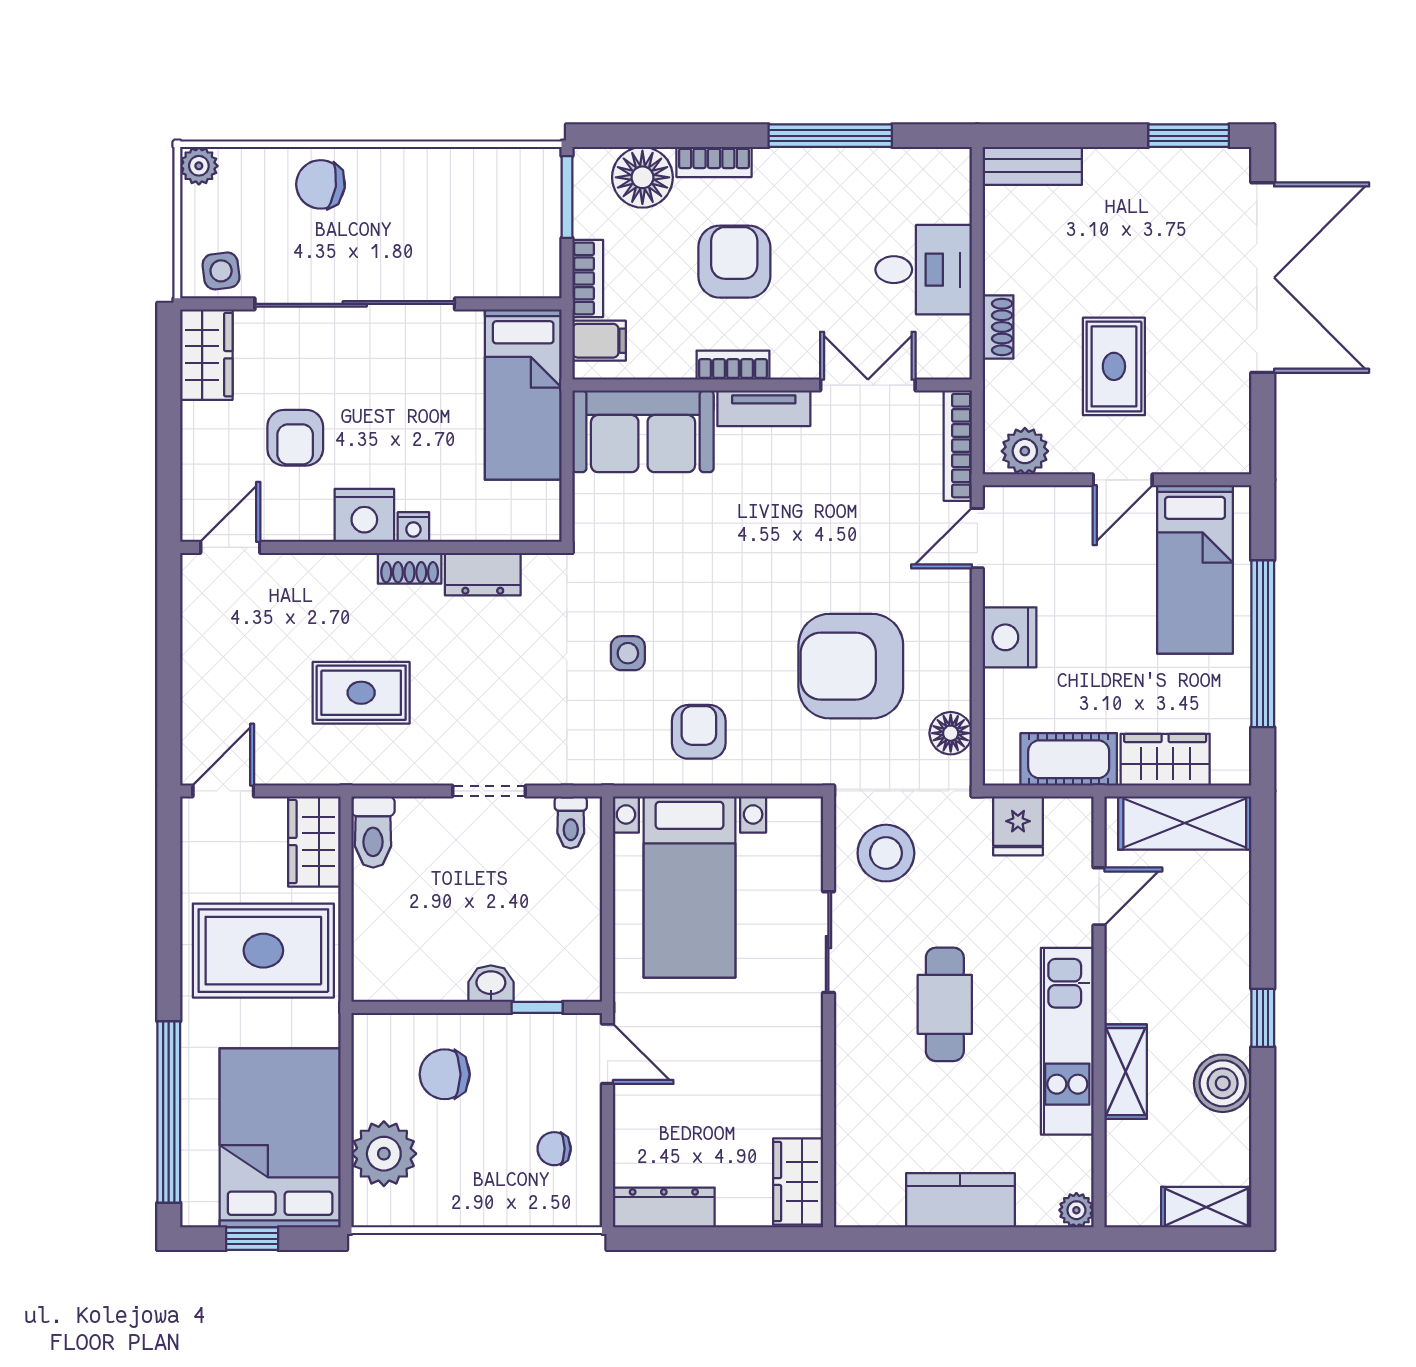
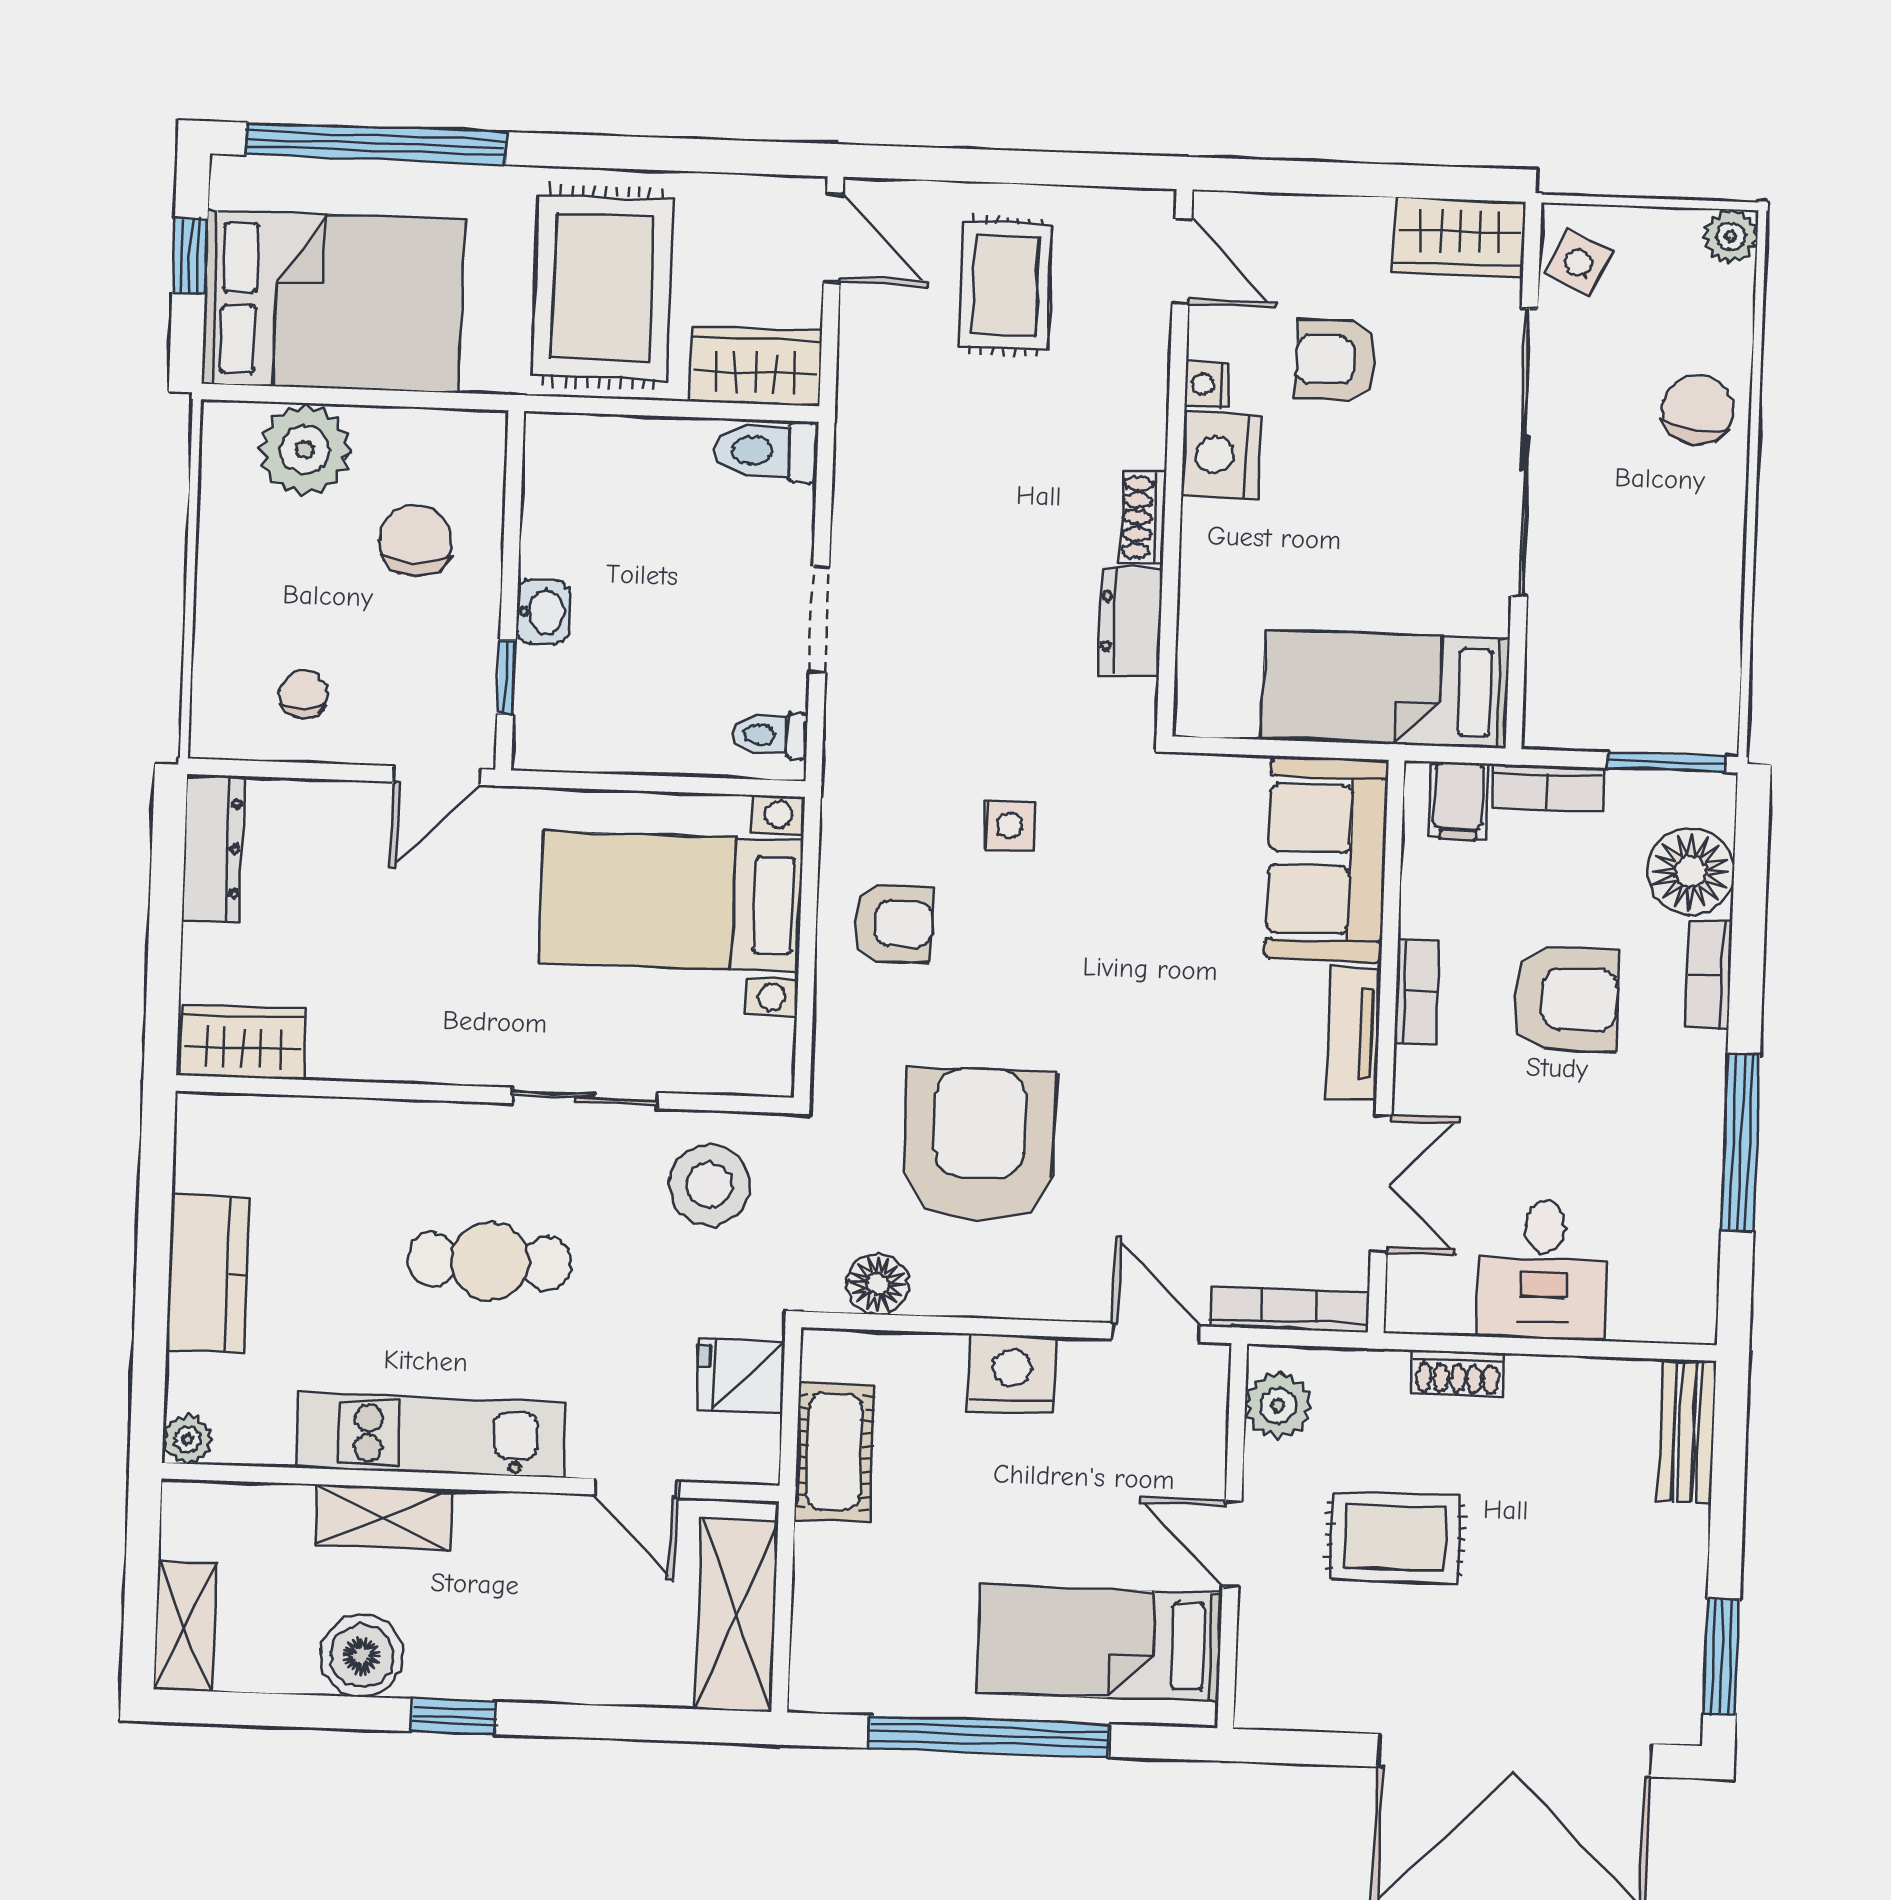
side table: (221, 271) -> (1579, 263), turned 32
nightstand: (413, 527) -> (1207, 384), moved
rug: (361, 693) -> (1006, 286), moved
wardrobe: (1165, 760) -> (829, 1590), removed

